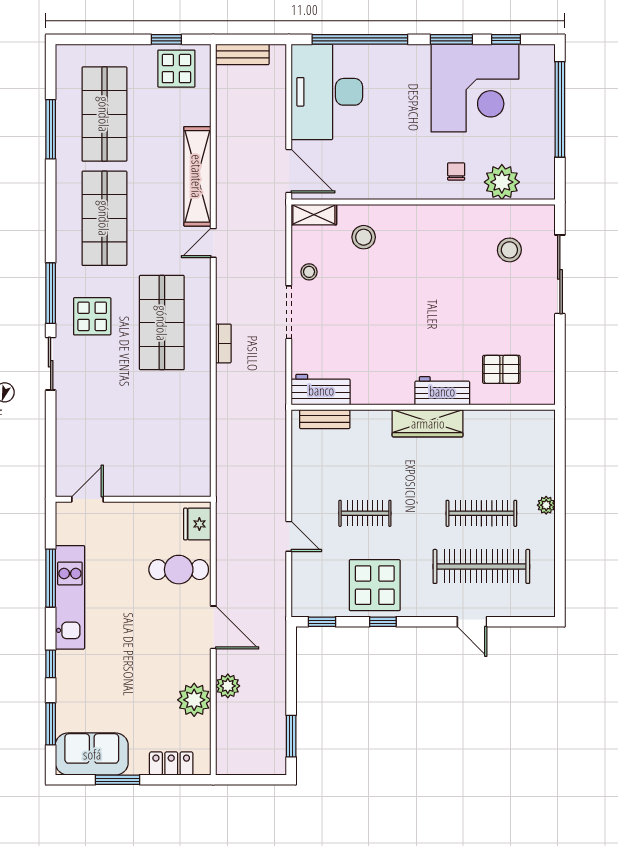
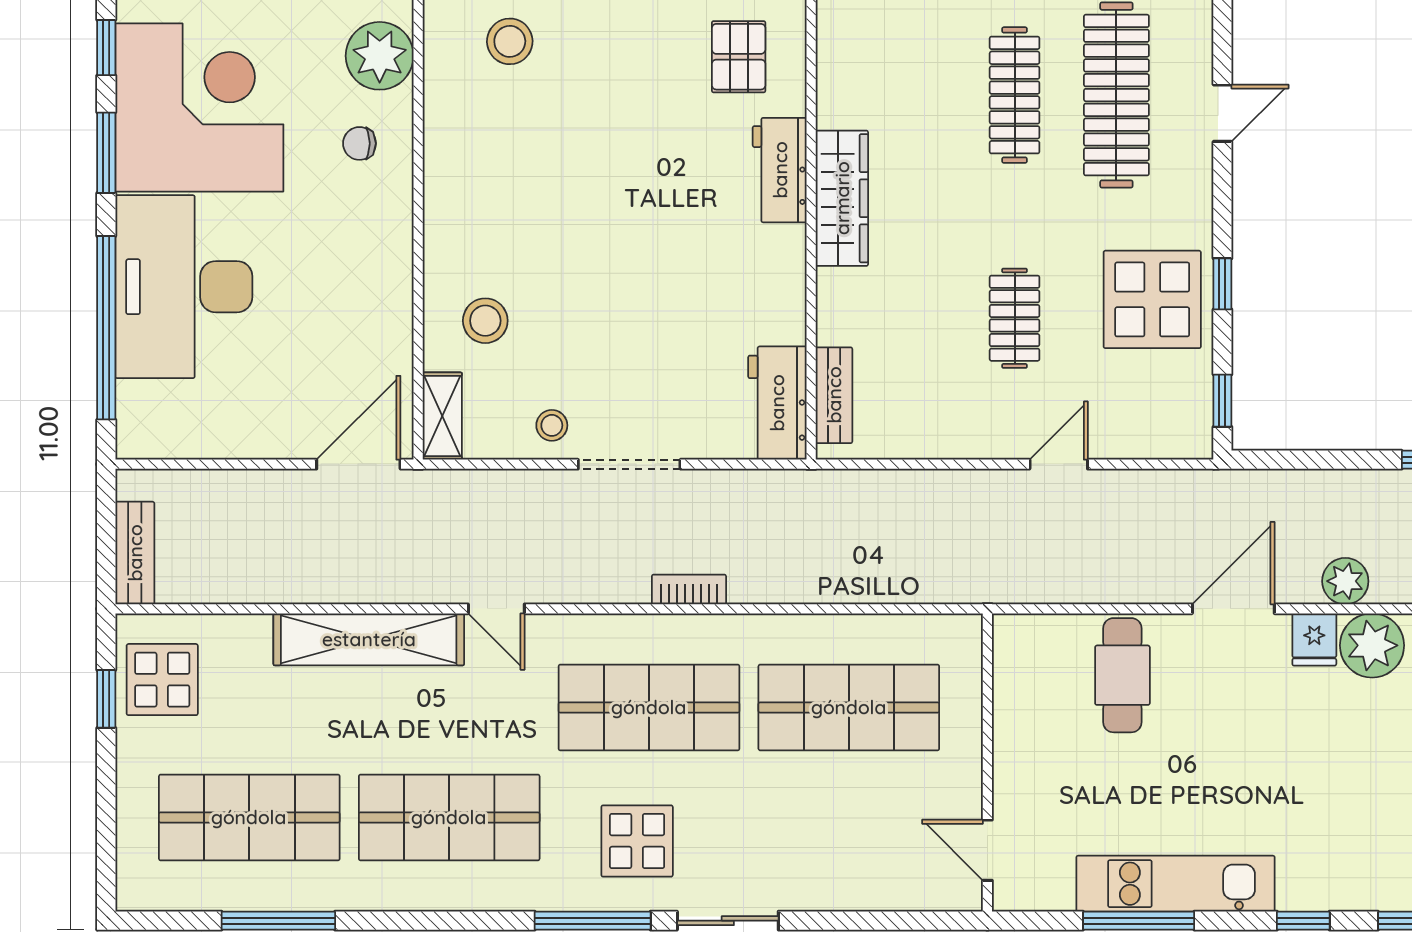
desk: (327, 92) -> (184, 287), moved, turned 90
shop shelf: (162, 427) -> (849, 707), added
fridge: (197, 524) -> (1314, 640), moved, width x0.72

